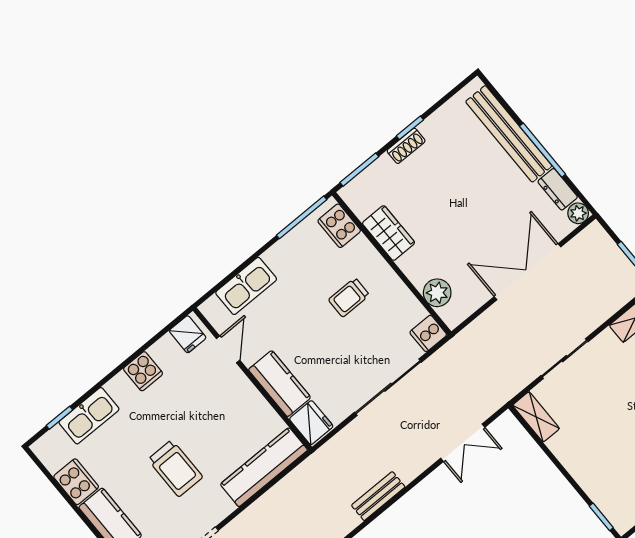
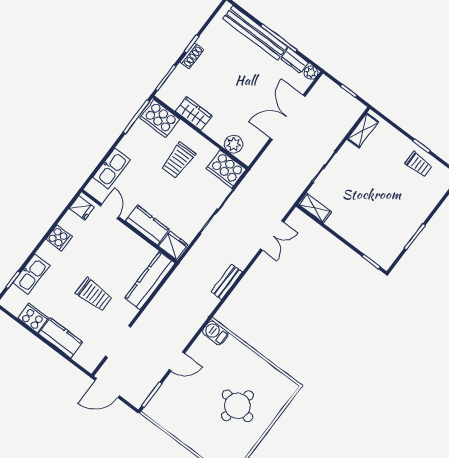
cooker: (339, 226) -> (160, 119), width x1.37, depth x1.31
trolley: (349, 297) -> (178, 160), width x1.36, depth x1.39
cooker: (428, 333) -> (226, 169), width x1.87, depth x1.31

